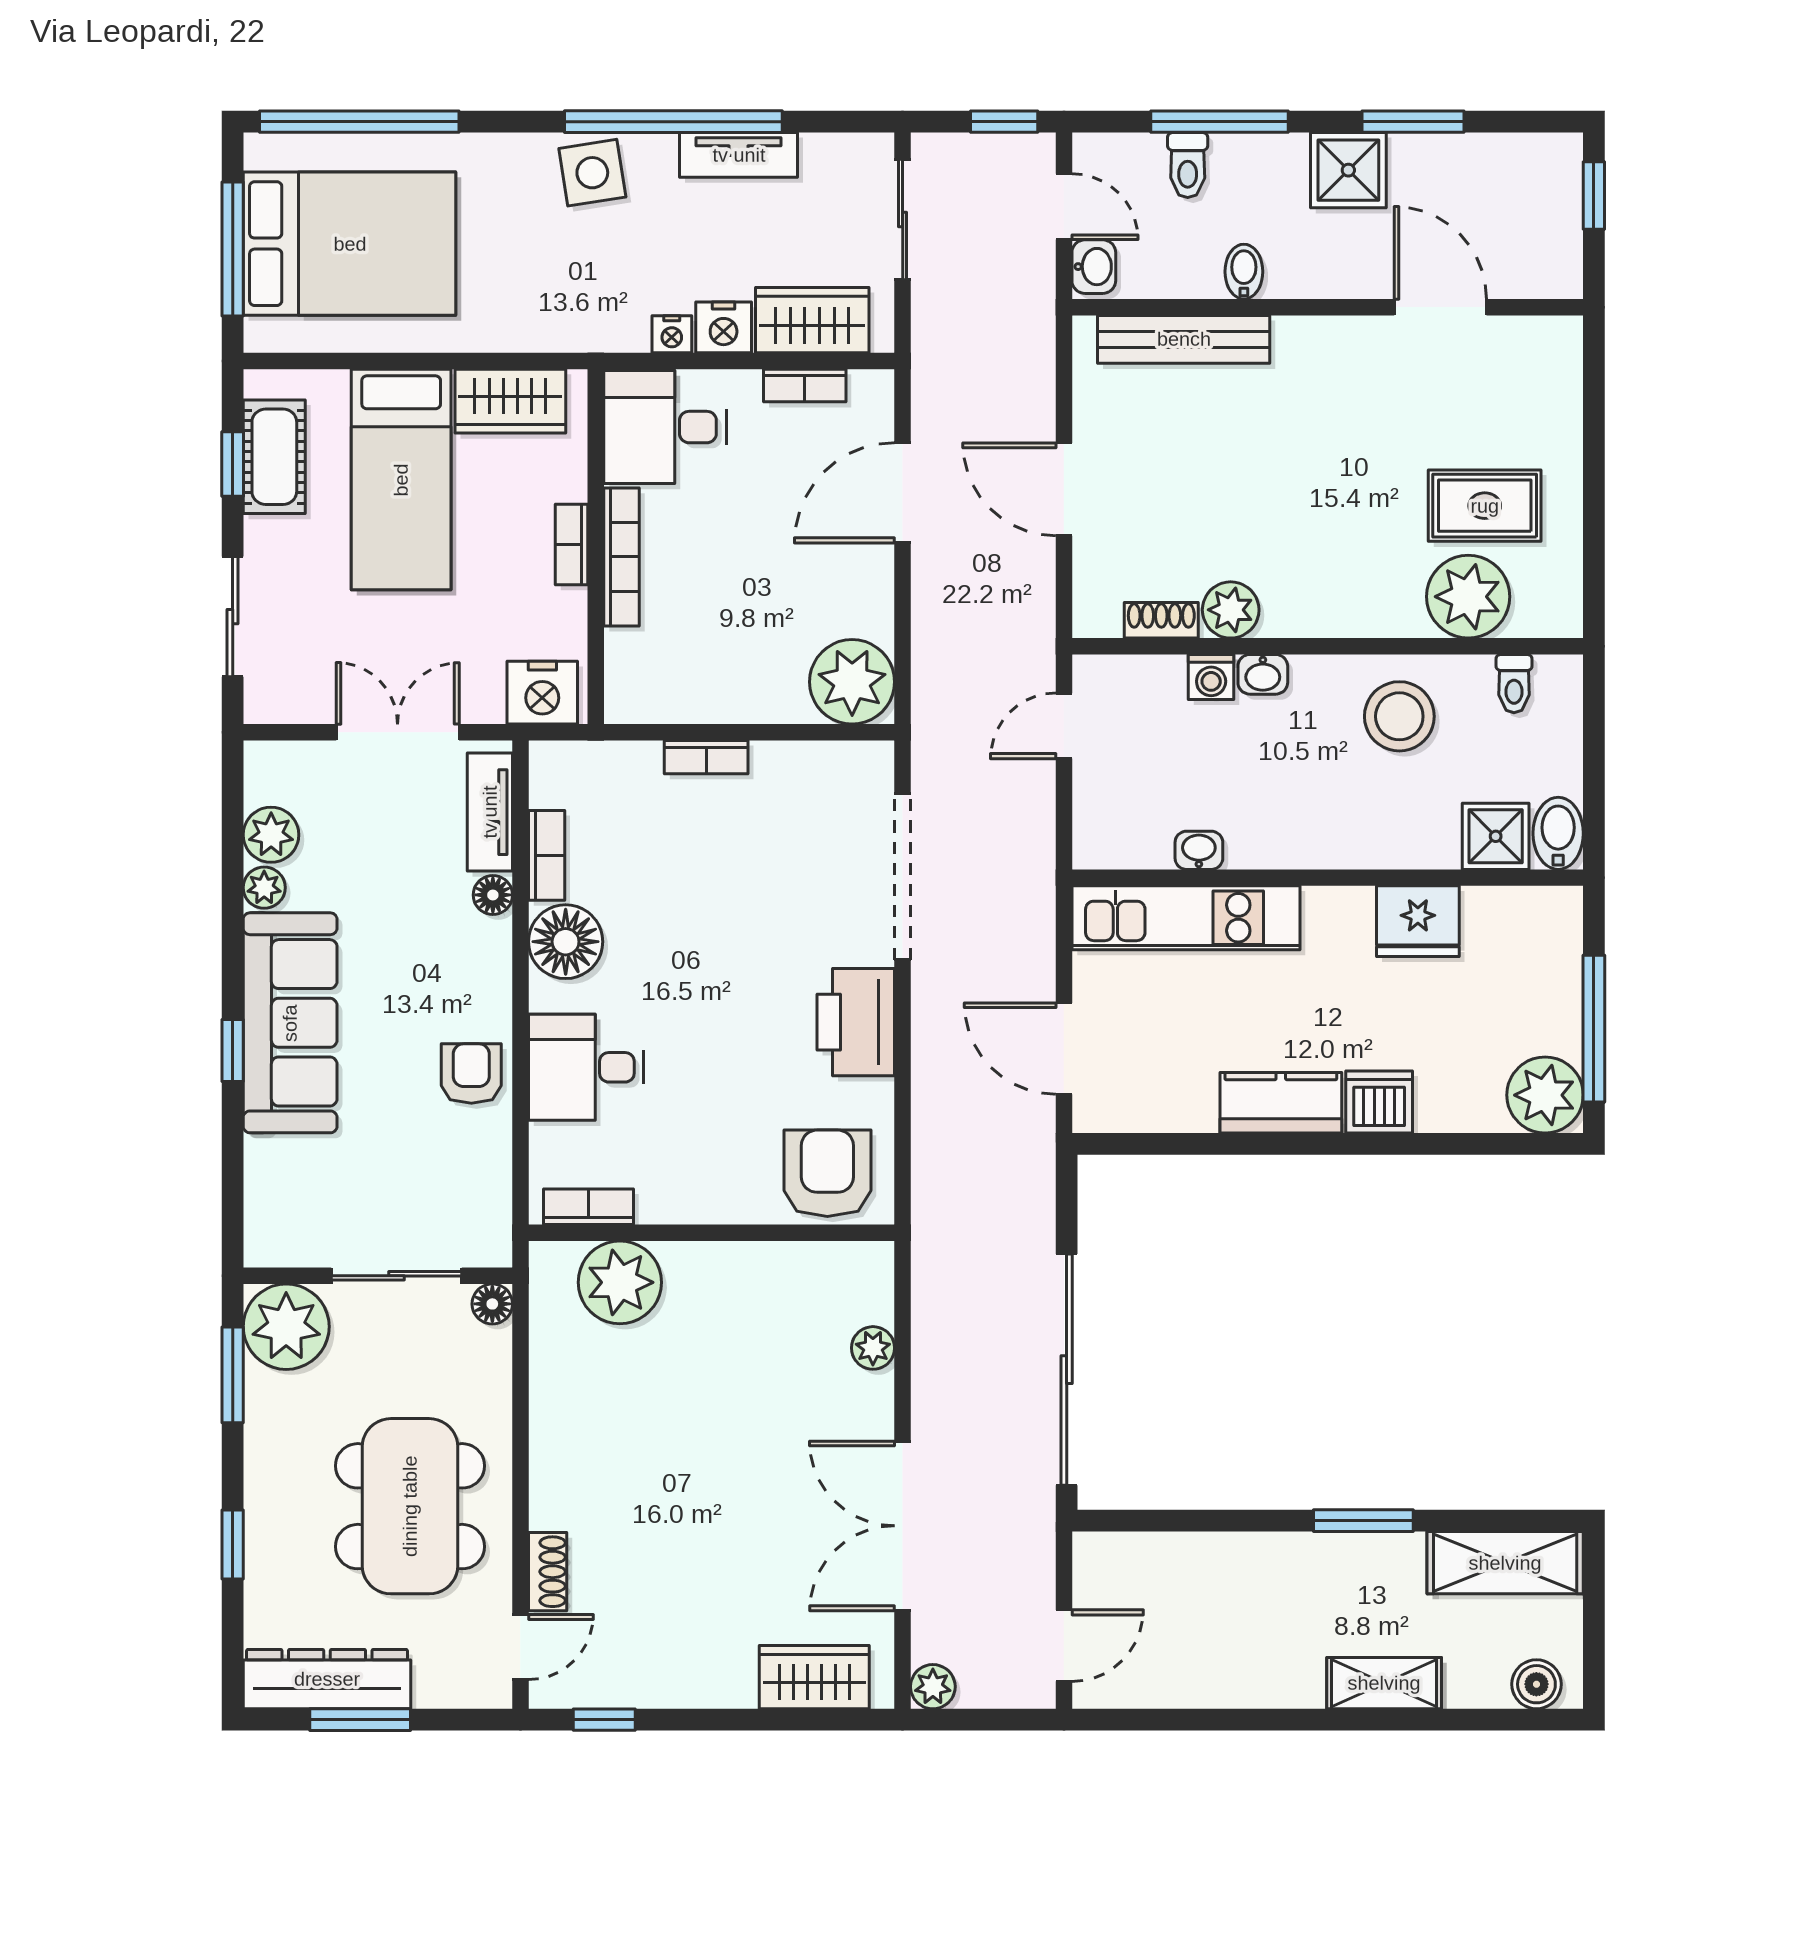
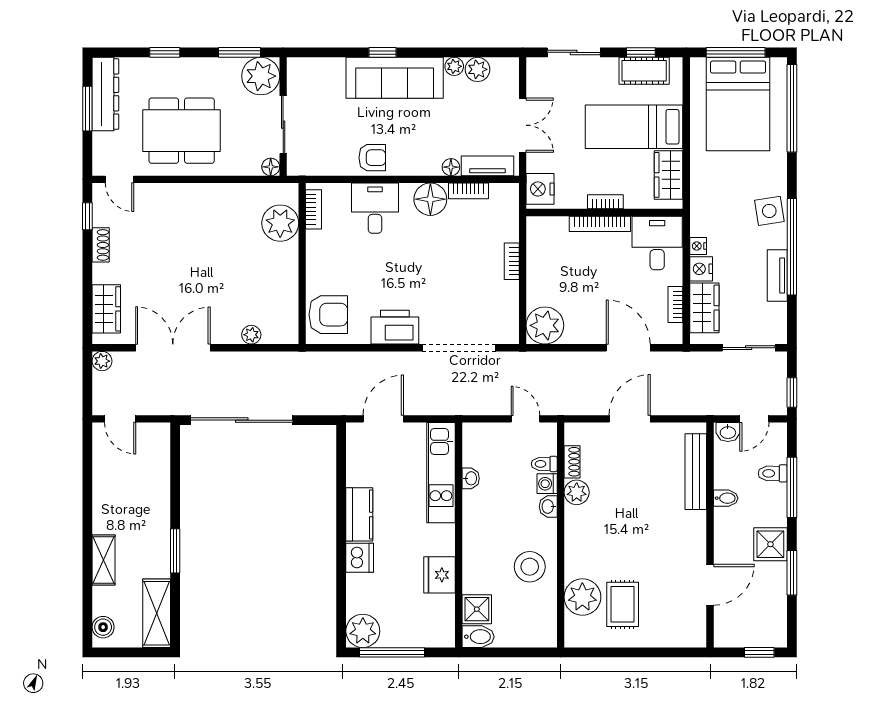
toilet: (1514, 684) -> (544, 464), moved
shoe rack: (548, 1572) -> (101, 245), moved, turned -90

